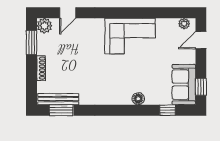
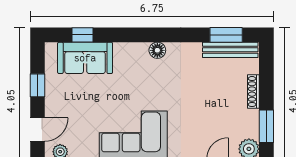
sofa: (184, 85) -> (85, 58), moved, turned 90
window: (201, 87) -> (37, 85), moved
floor lamp: (138, 99) -> (157, 50), moved

